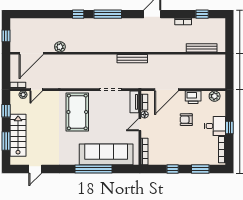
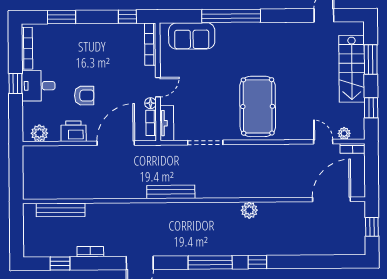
plant: (60, 47) -> (249, 210), moved
door: (36, 90) -> (323, 142), hinge flipped
sofa: (106, 154) -> (192, 36), width x0.54, depth x0.79
window: (173, 169) -> (127, 17), moved

